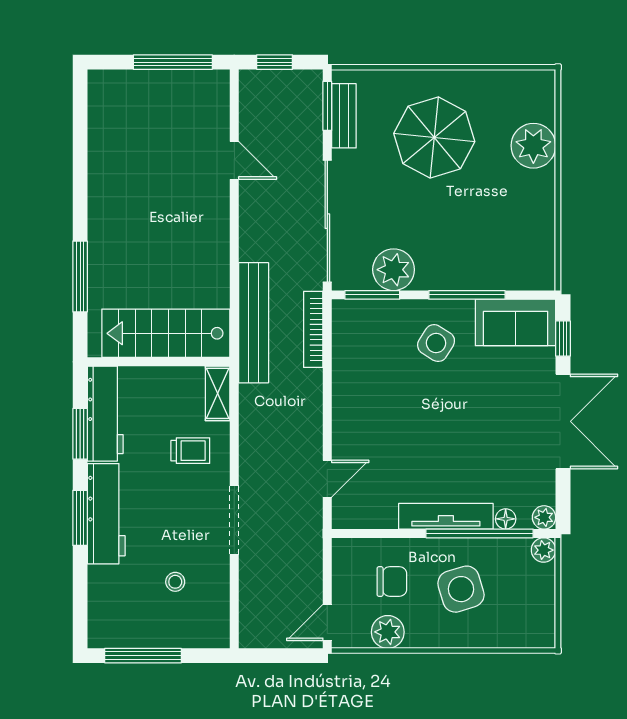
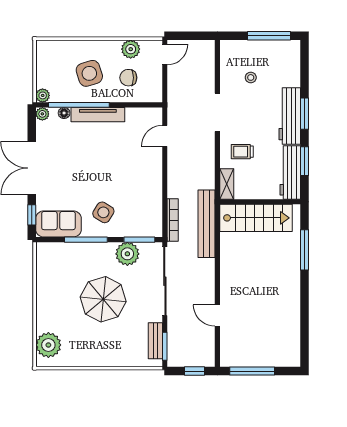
parasol: (434, 137) -> (103, 299), moved
plant: (533, 146) -> (48, 345), moved

